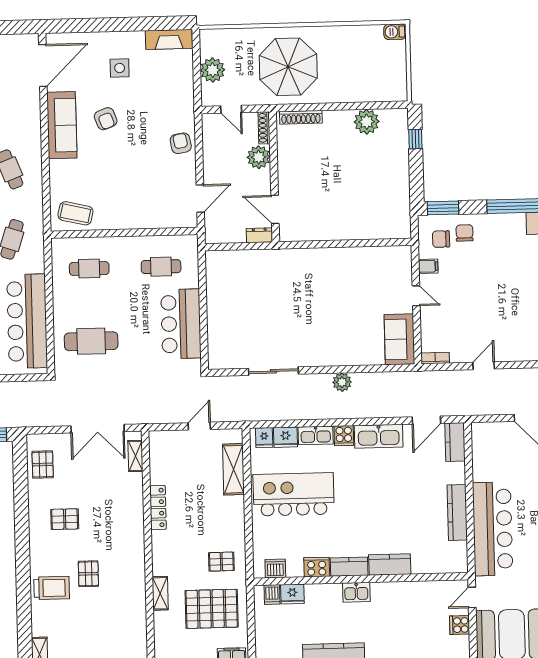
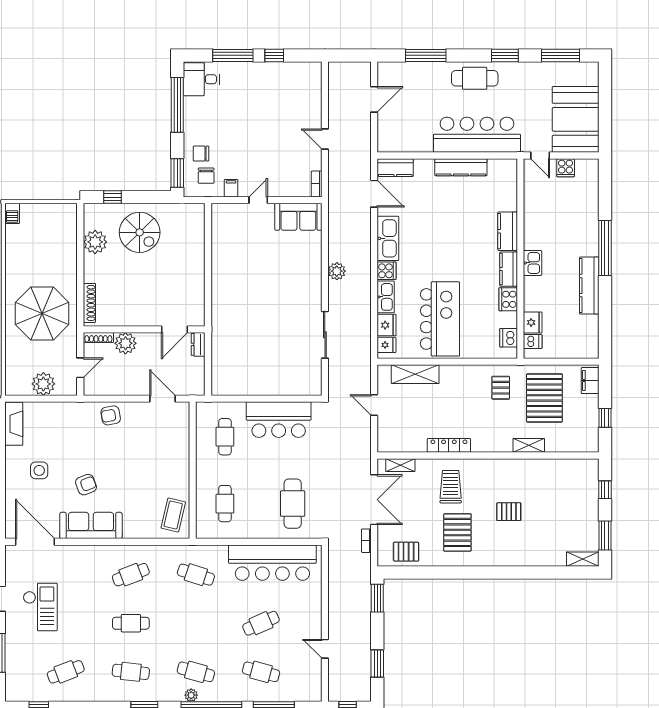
spiral stairs: (378, 169) -> (140, 232), added
bookcase: (53, 421) -> (366, 541), added
kitchen island: (294, 494) -> (440, 319), turned 180
pallet: (65, 519) -> (457, 532), width x1.50, depth x1.42
trolley: (52, 588) -> (451, 487), moved

